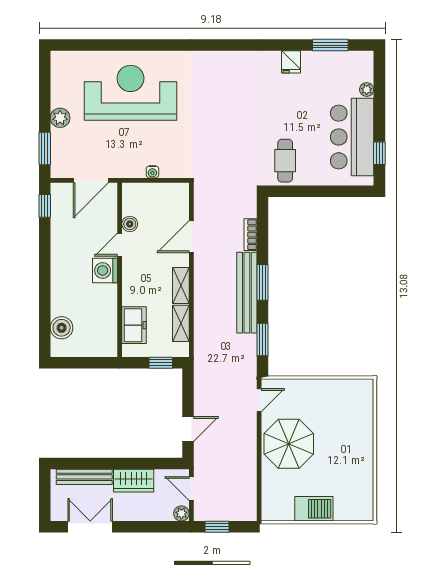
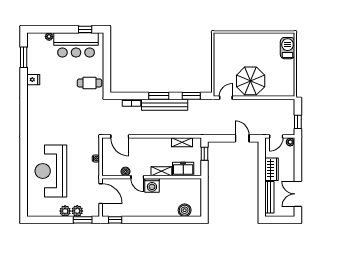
plant: (60, 139) -> (77, 211), added
door: (191, 237) -> (120, 136), moved
shelving: (181, 286) -> (161, 171), moved
door: (259, 400) -> (226, 98), hinge flipped
barbecue: (314, 509) -> (288, 48), moved

